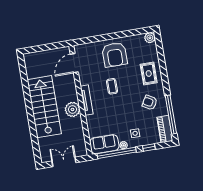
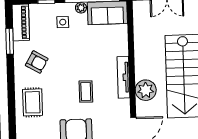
plant: (72, 109) -> (146, 90), moved
window: (171, 115) -> (10, 41), width x0.47

